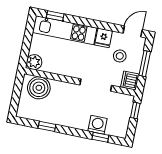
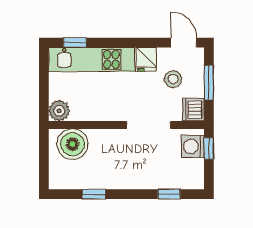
door: (133, 31) -> (184, 43), hinge flipped
washing machine: (97, 125) -> (193, 146), moved, turned -90

